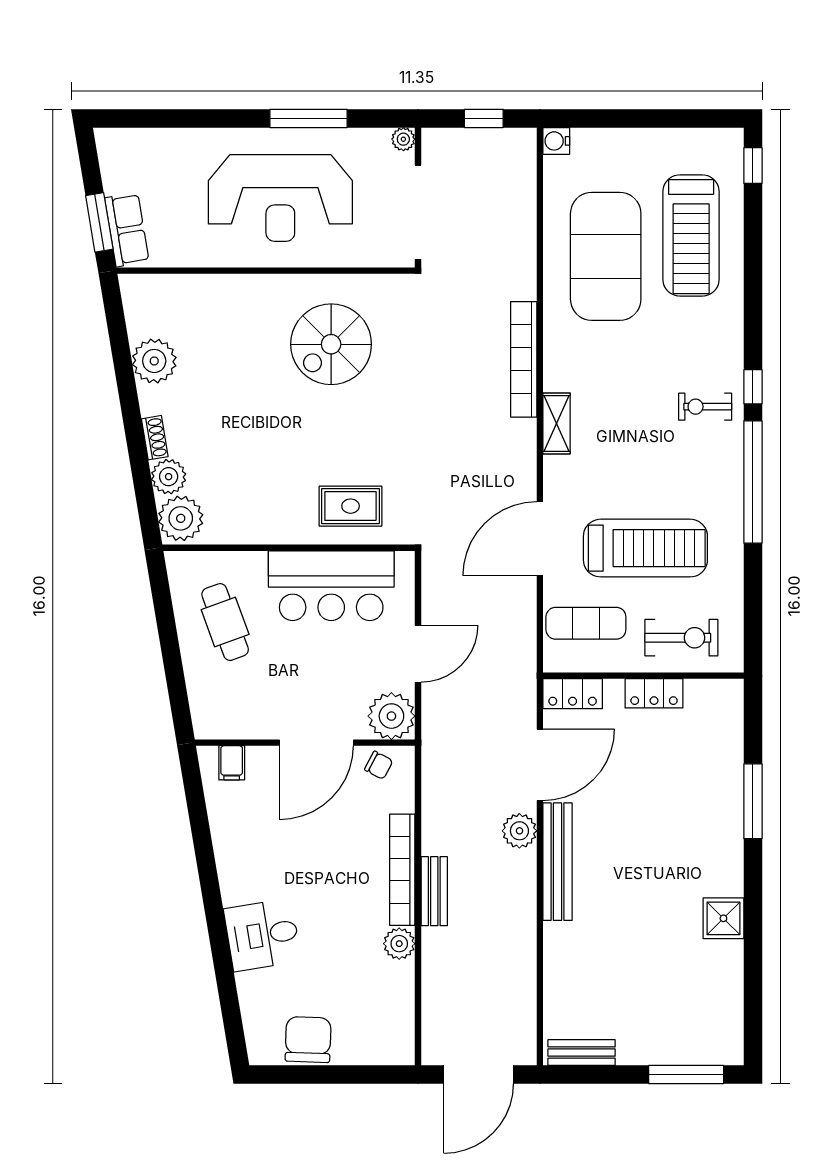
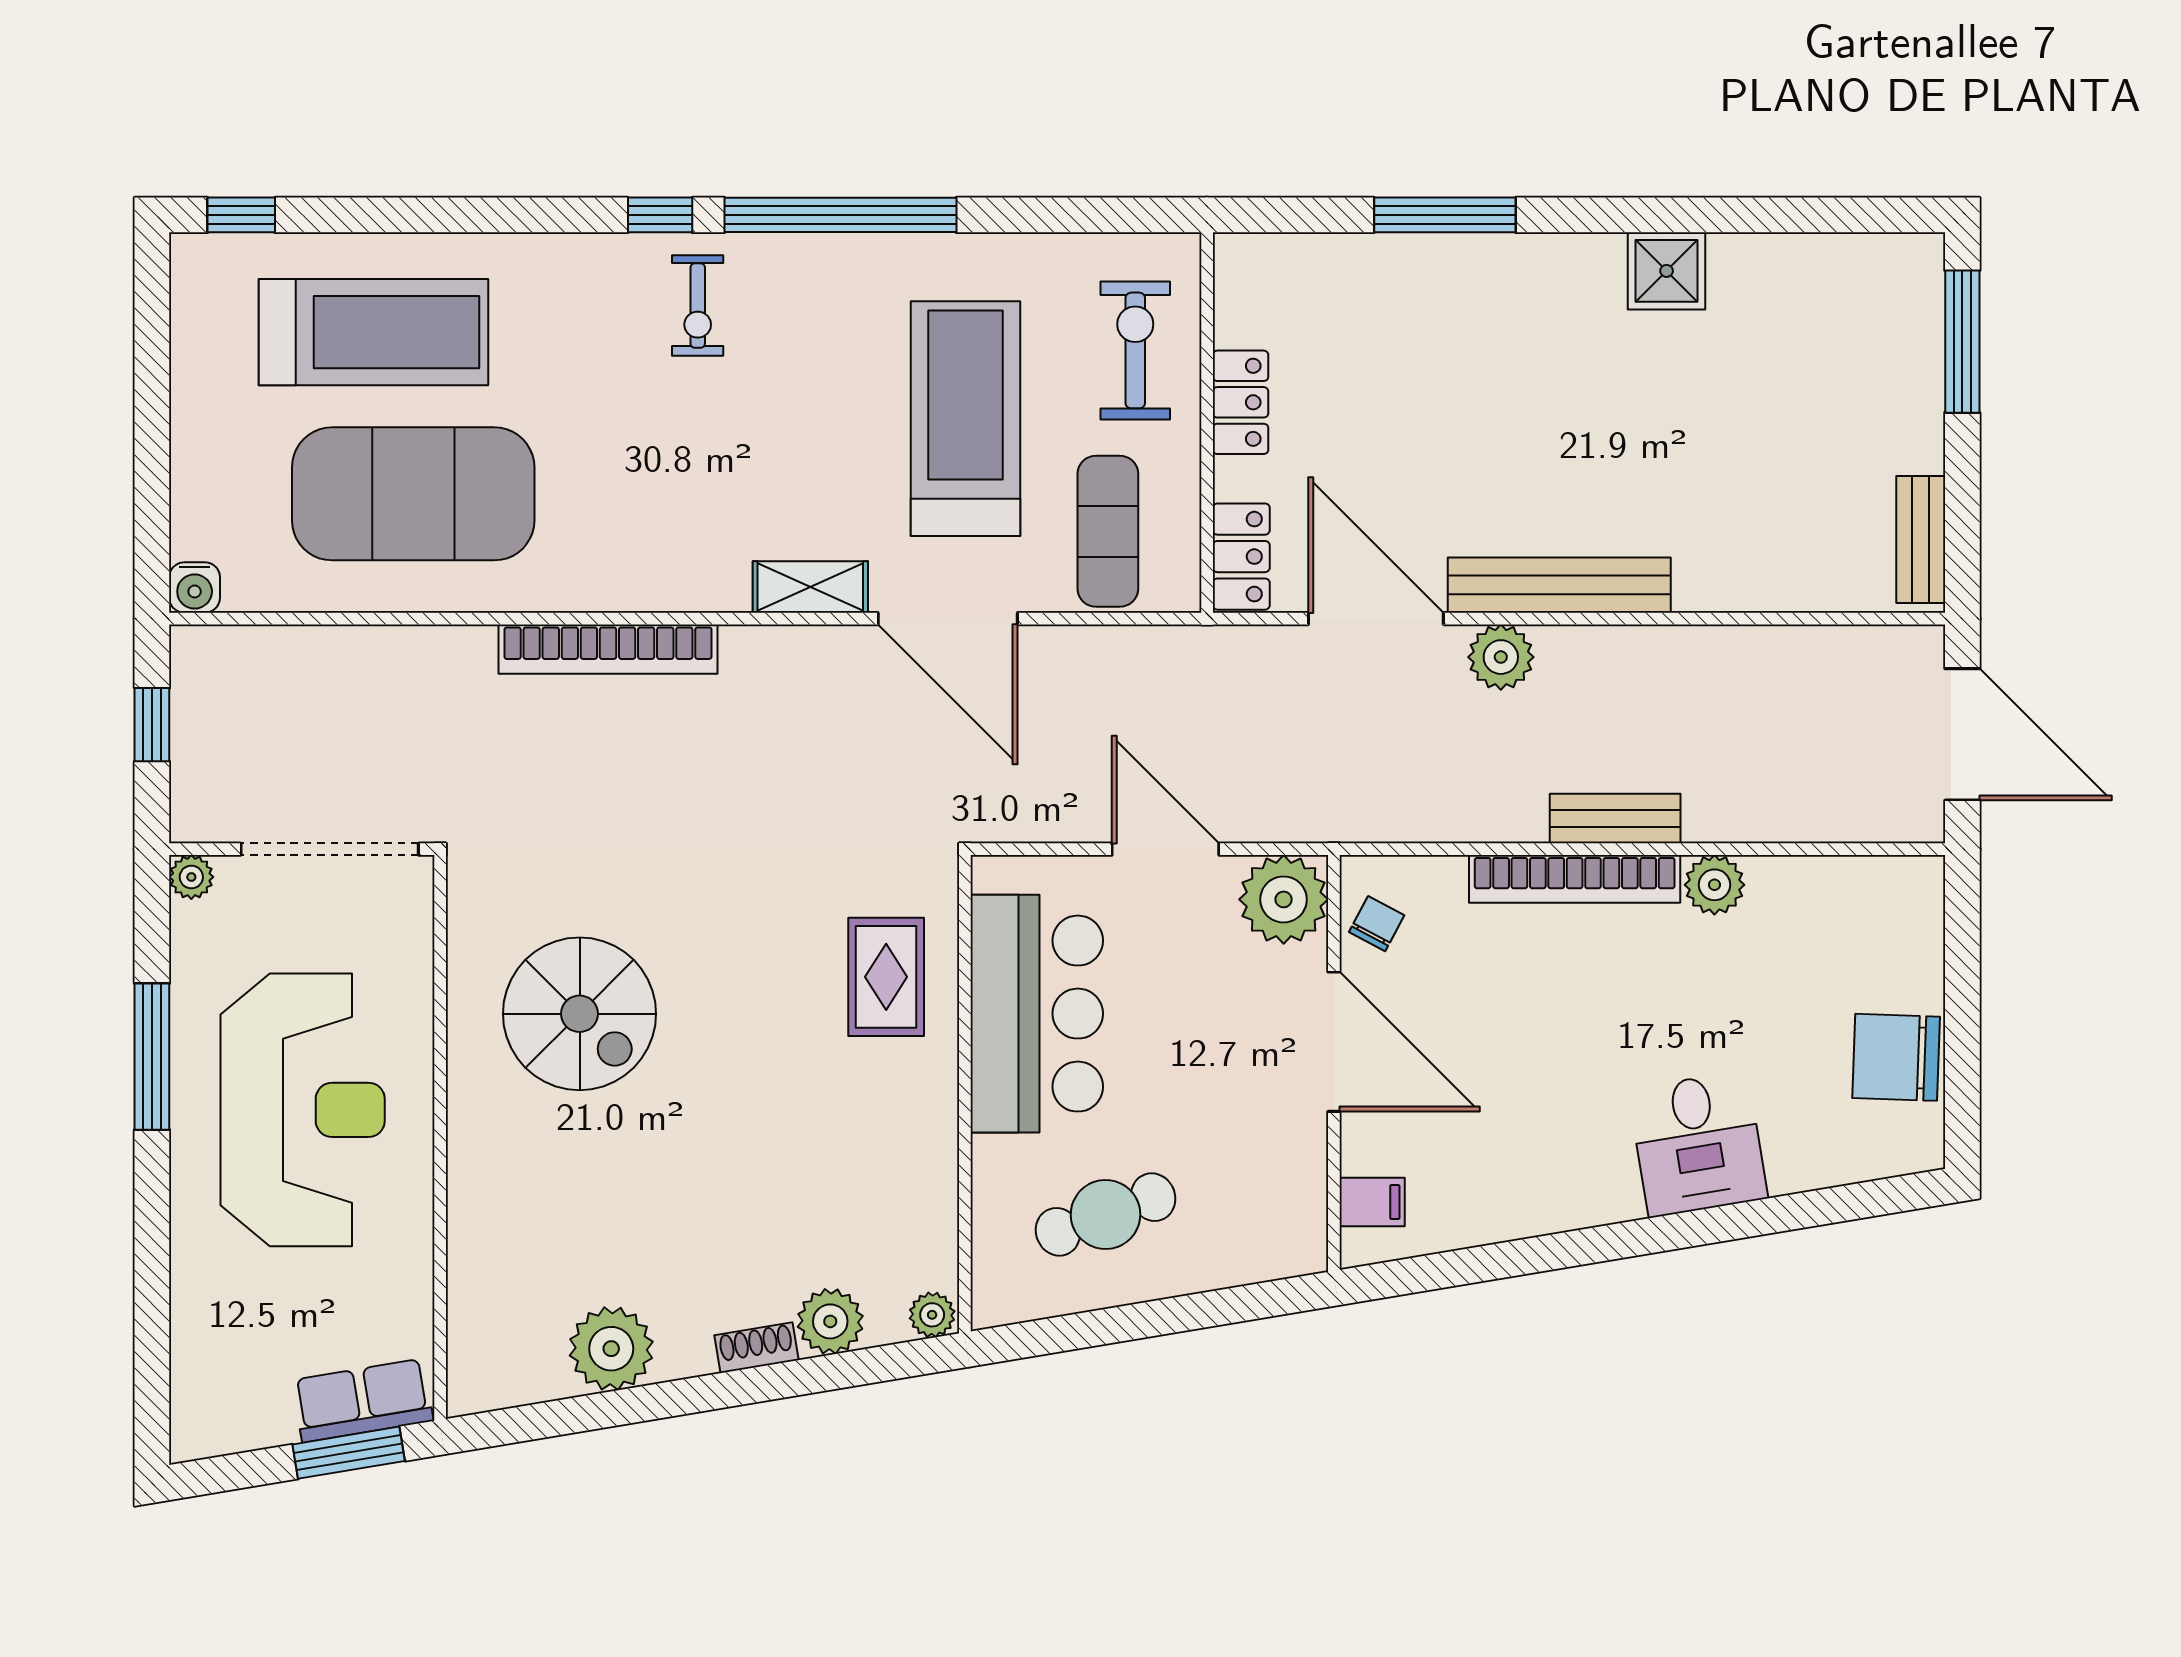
shelving: (557, 423) -> (810, 587), moved
plant: (181, 518) -> (932, 1315), width x0.53, depth x0.53

